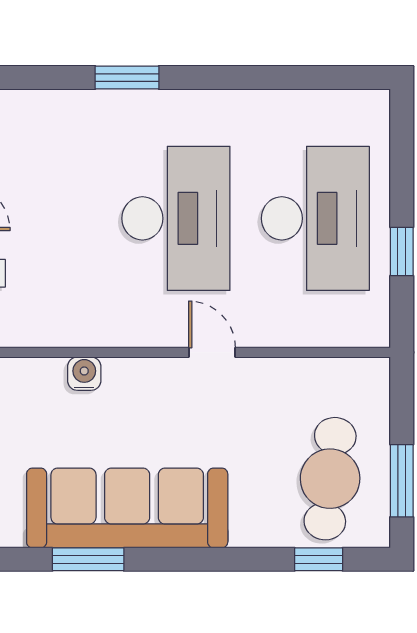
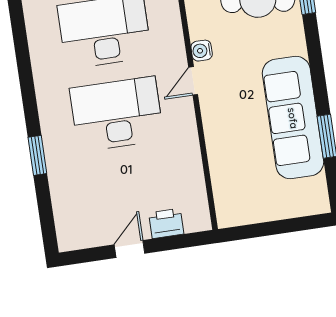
water cooler: (84, 374) -> (202, 51), moved

